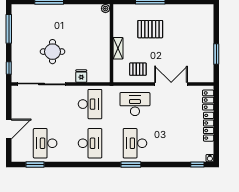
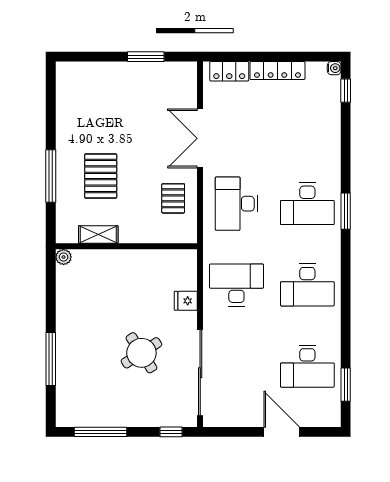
shelving: (118, 48) -> (98, 235), moved
round table: (53, 52) -> (141, 353), turned -33
desk: (90, 143) -> (307, 285), turned 180

